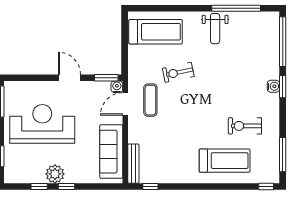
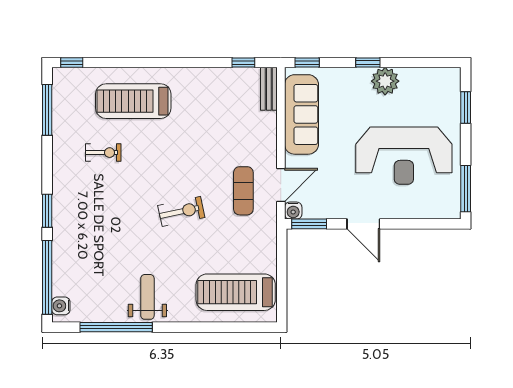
exercise bike: (178, 72) -> (181, 211), moved
water cooler: (273, 86) -> (61, 306), moved
exercise bike: (245, 126) -> (103, 153), width x0.73, depth x0.72
bench: (133, 164) -> (269, 89), width x0.73
window: (39, 187) -> (307, 63), moved

